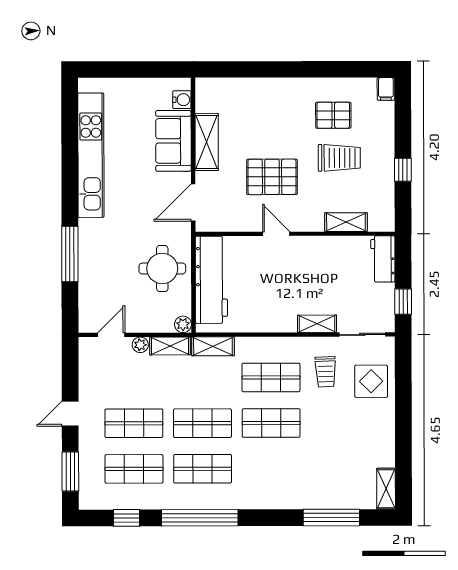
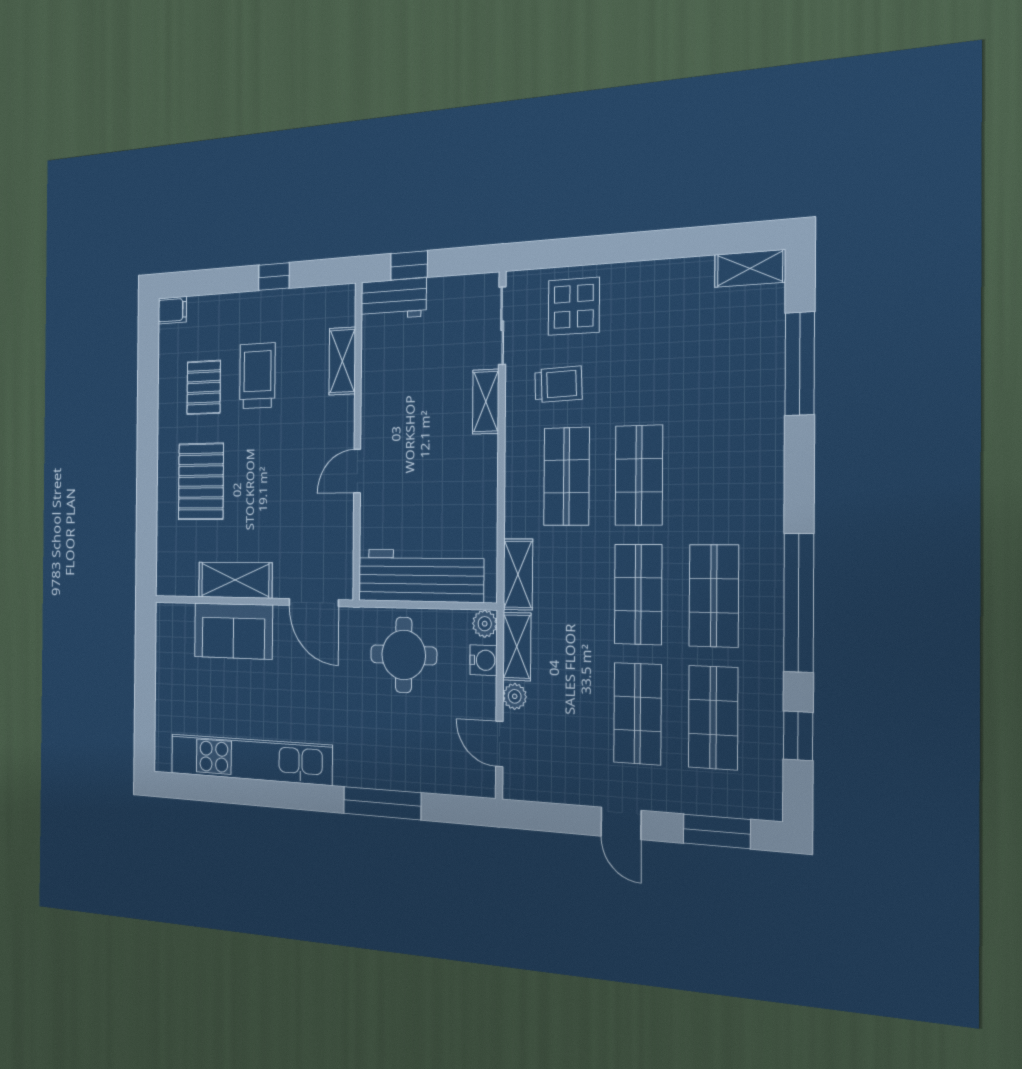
water cooler: (182, 100) -> (483, 660), moved, turned 90
pallet: (272, 177) -> (201, 482), moved
window: (403, 302) -> (409, 265), moved

